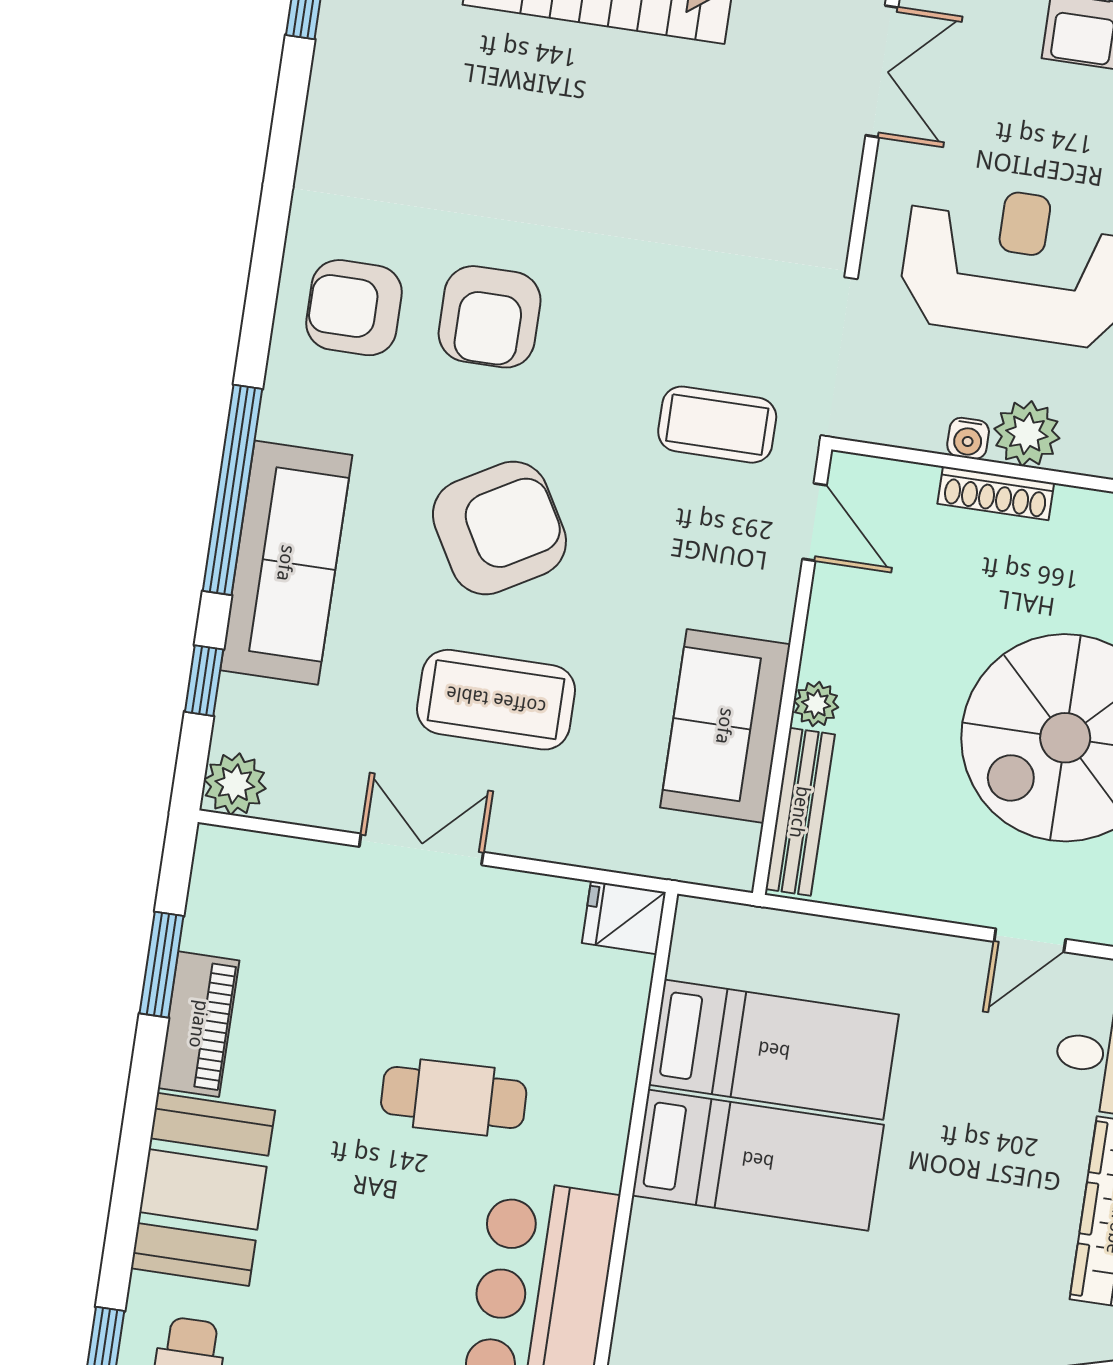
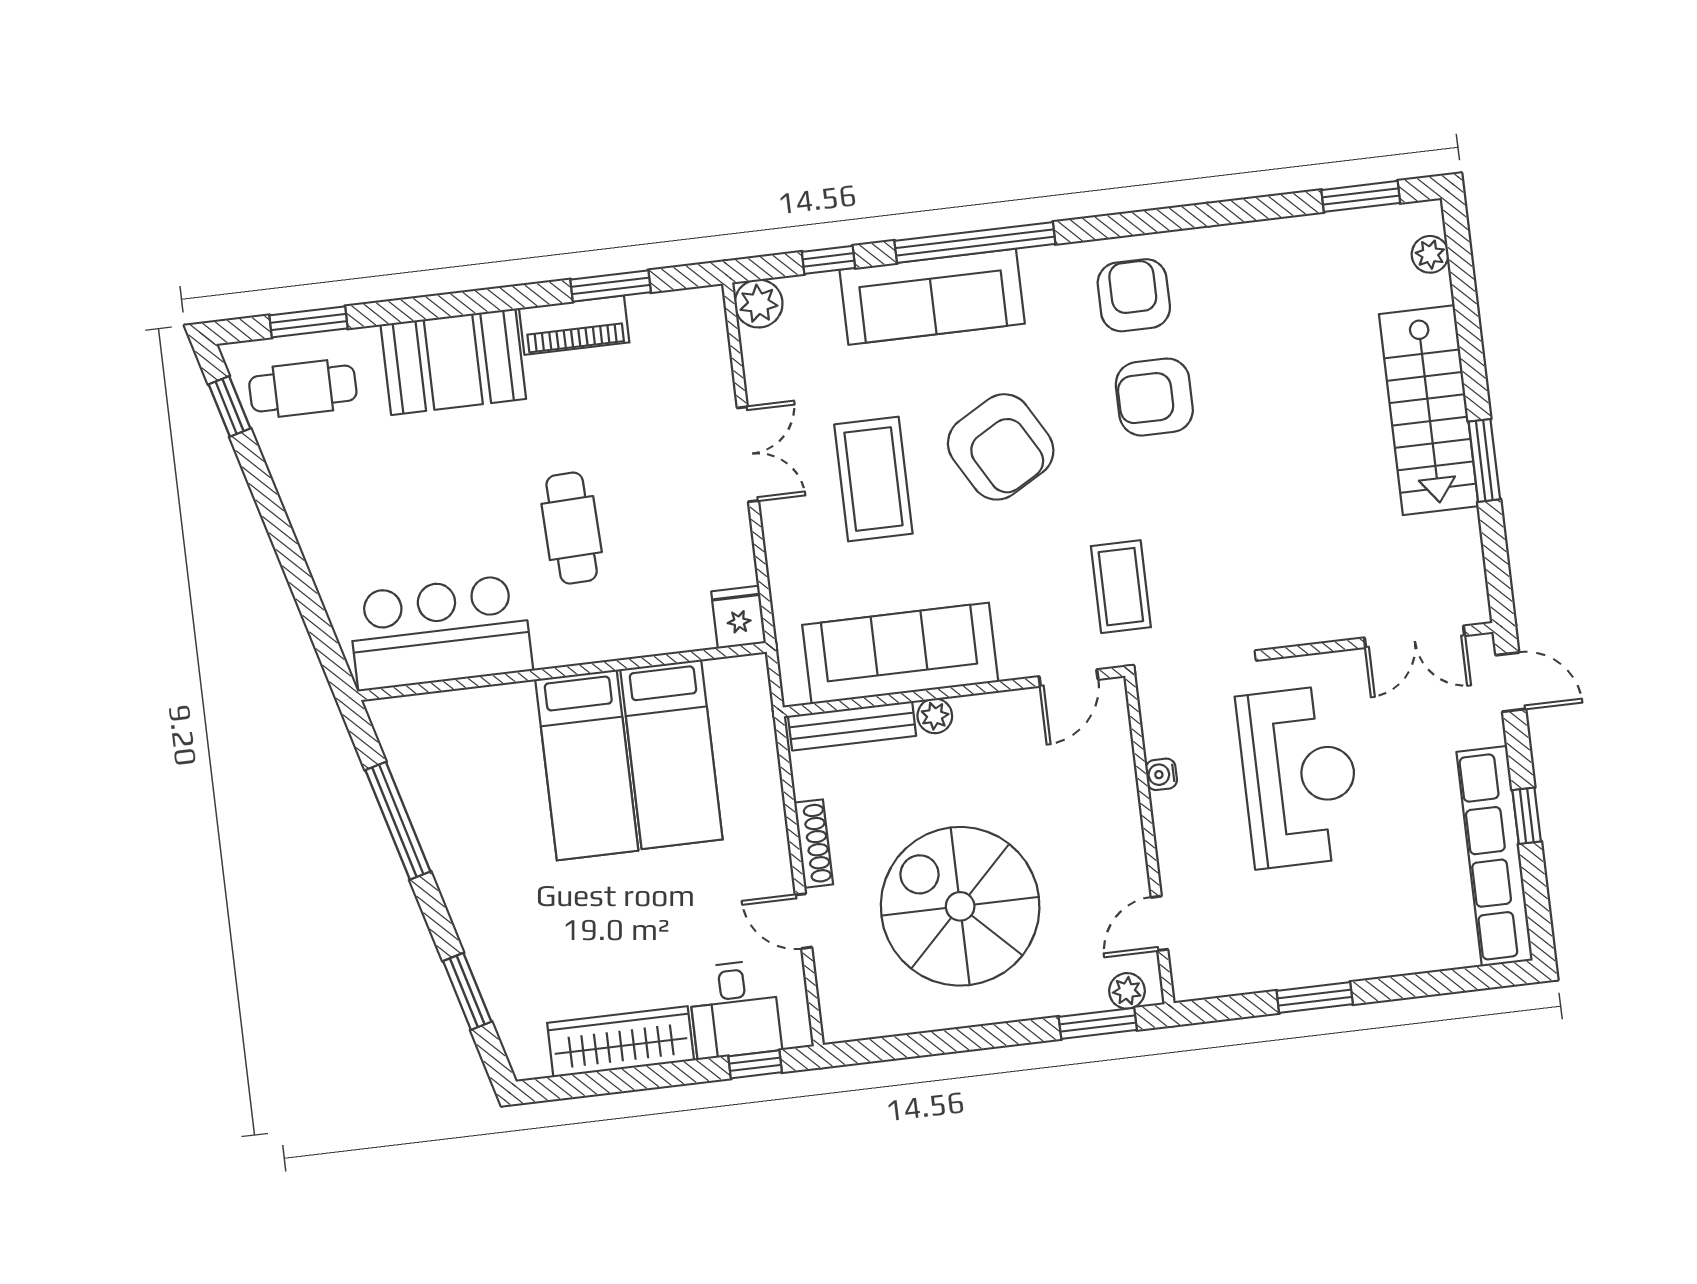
plant: (1027, 434) -> (1177, 817), removed
shoe rack: (996, 493) -> (813, 844), moved, turned 180
sofa: (725, 726) -> (900, 653), width x1.36

